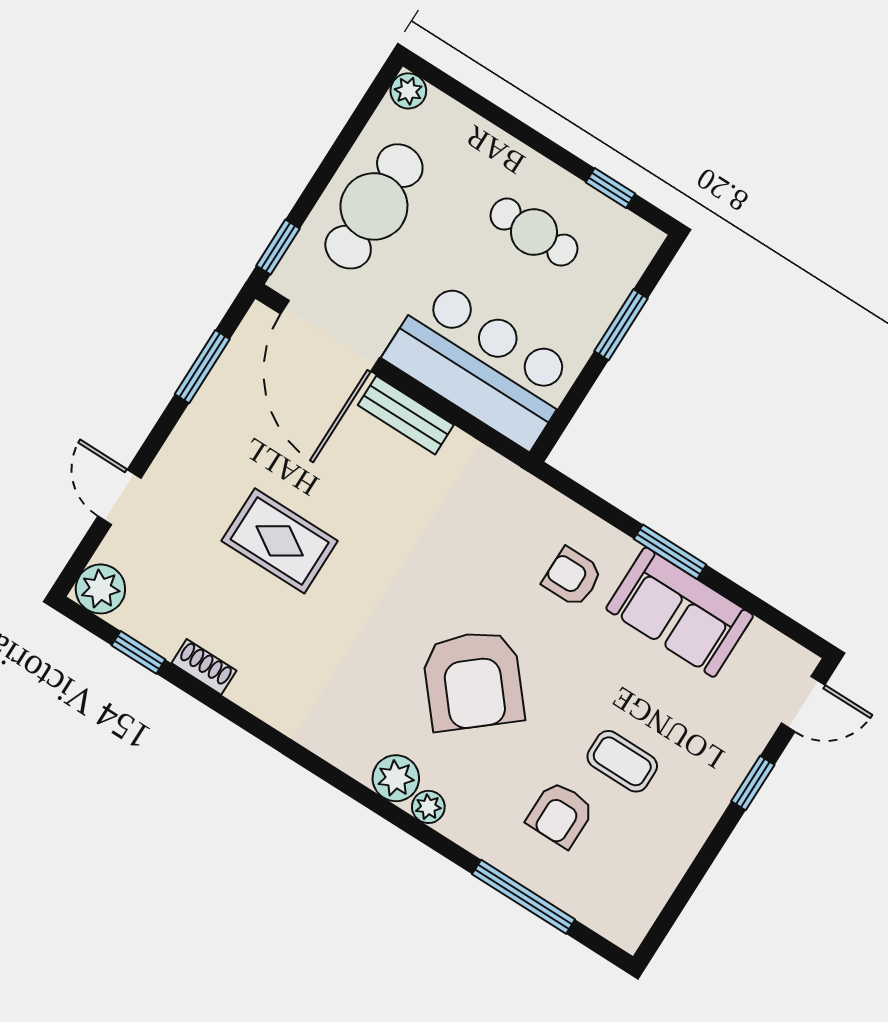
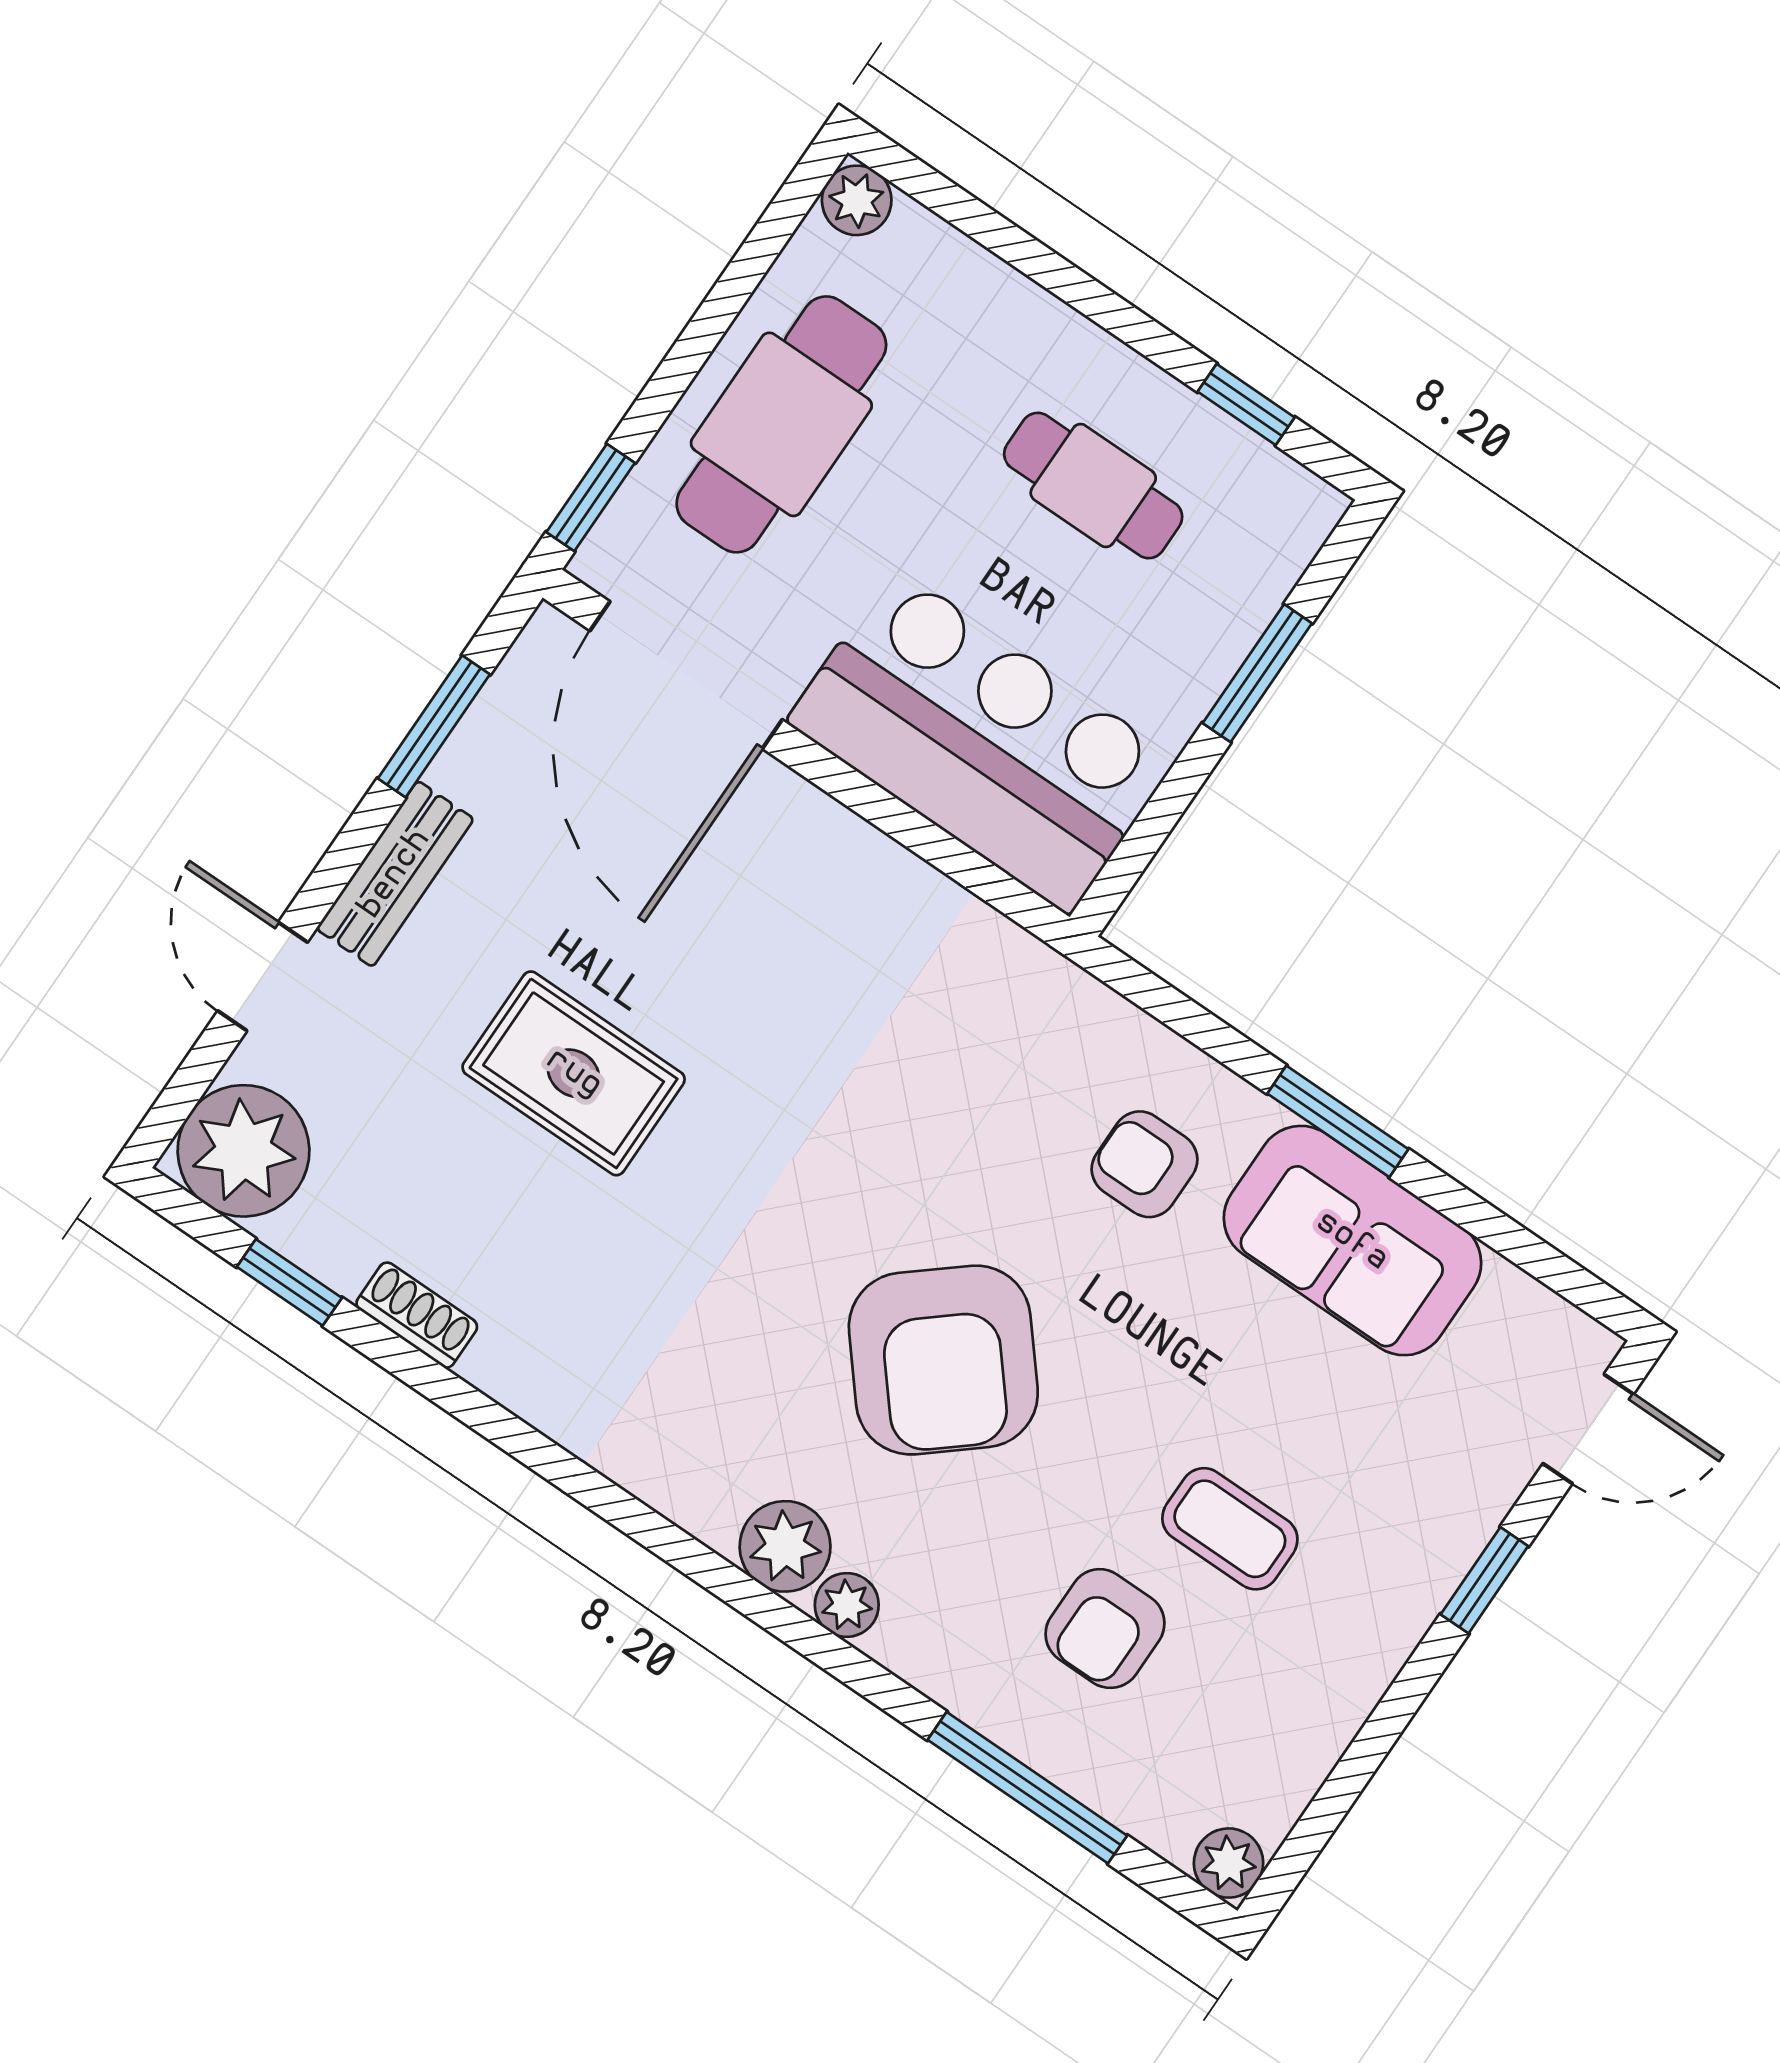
bench: (406, 415) -> (395, 874), moved, turned 90
plant: (100, 589) -> (244, 1151), width x1.36, depth x1.36
plant: (627, 932) -> (1228, 1863), added

